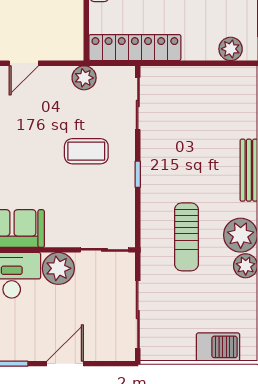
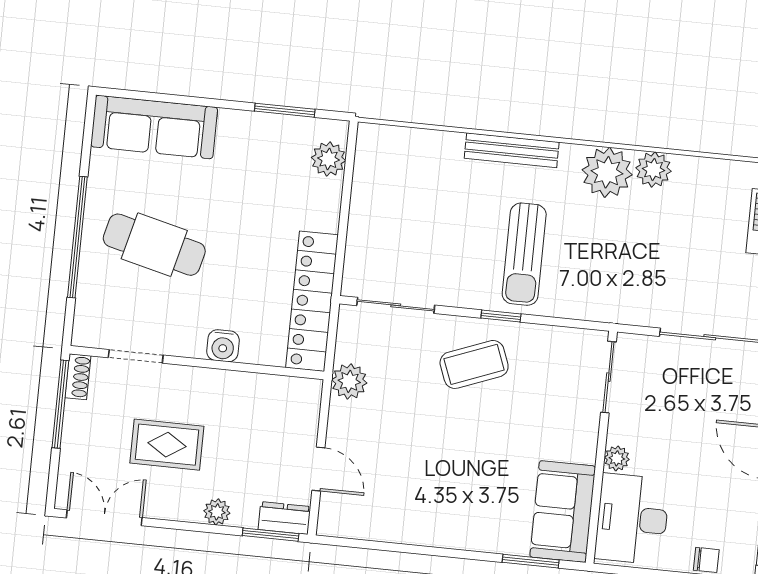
coffee table: (86, 151) -> (474, 364), moved, turned 69
sun lounger: (186, 237) -> (524, 254), moved, turned 90
plant: (58, 268) -> (617, 458), width x0.53, depth x0.53

